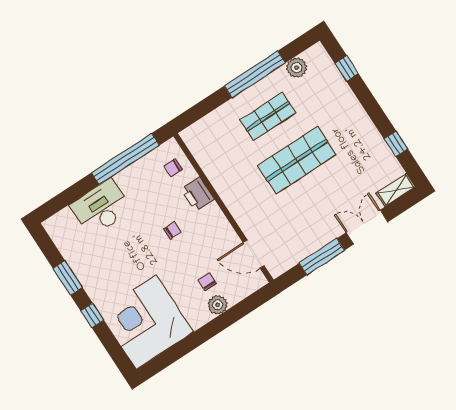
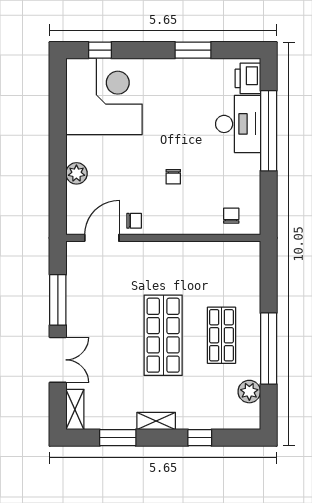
window: (347, 68) -> (200, 438), moved
shelving: (365, 123) -> (156, 421), added
window: (396, 144) -> (118, 438), width x1.50
window: (125, 159) -> (269, 131), moved
printer: (198, 194) -> (248, 78), moved, turned -90
chair: (207, 282) -> (134, 221), moved
window: (92, 315) -> (100, 50), moved

